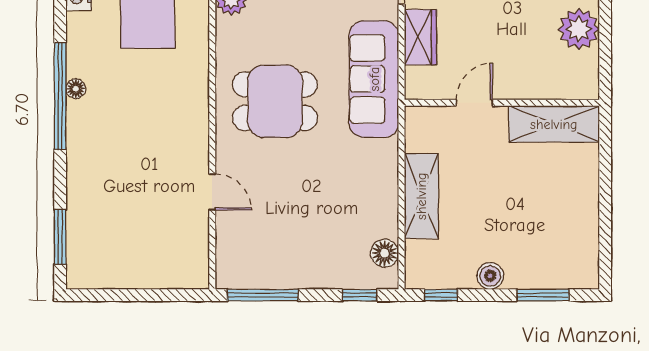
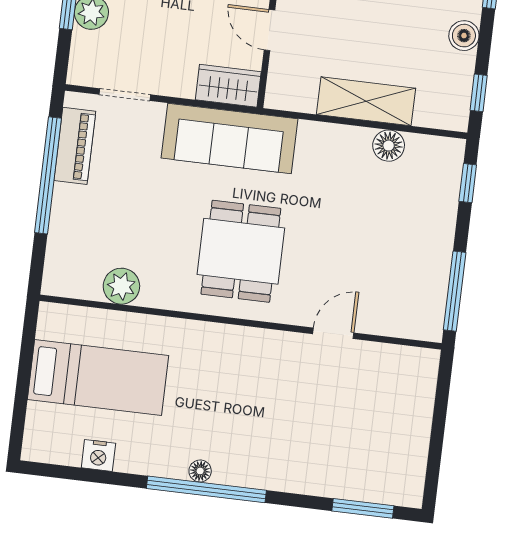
wardrobe: (420, 37) -> (228, 86), moved
floor lamp: (385, 253) -> (389, 146), moved

